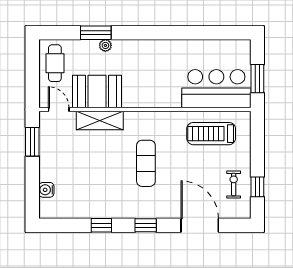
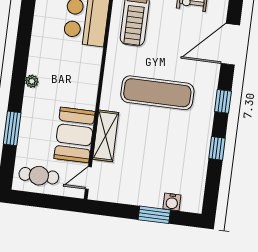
plant: (105, 45) -> (32, 81), moved
window: (32, 142) -> (154, 215), moved
exercise mat: (146, 163) -> (157, 93), width x1.36, depth x1.45

